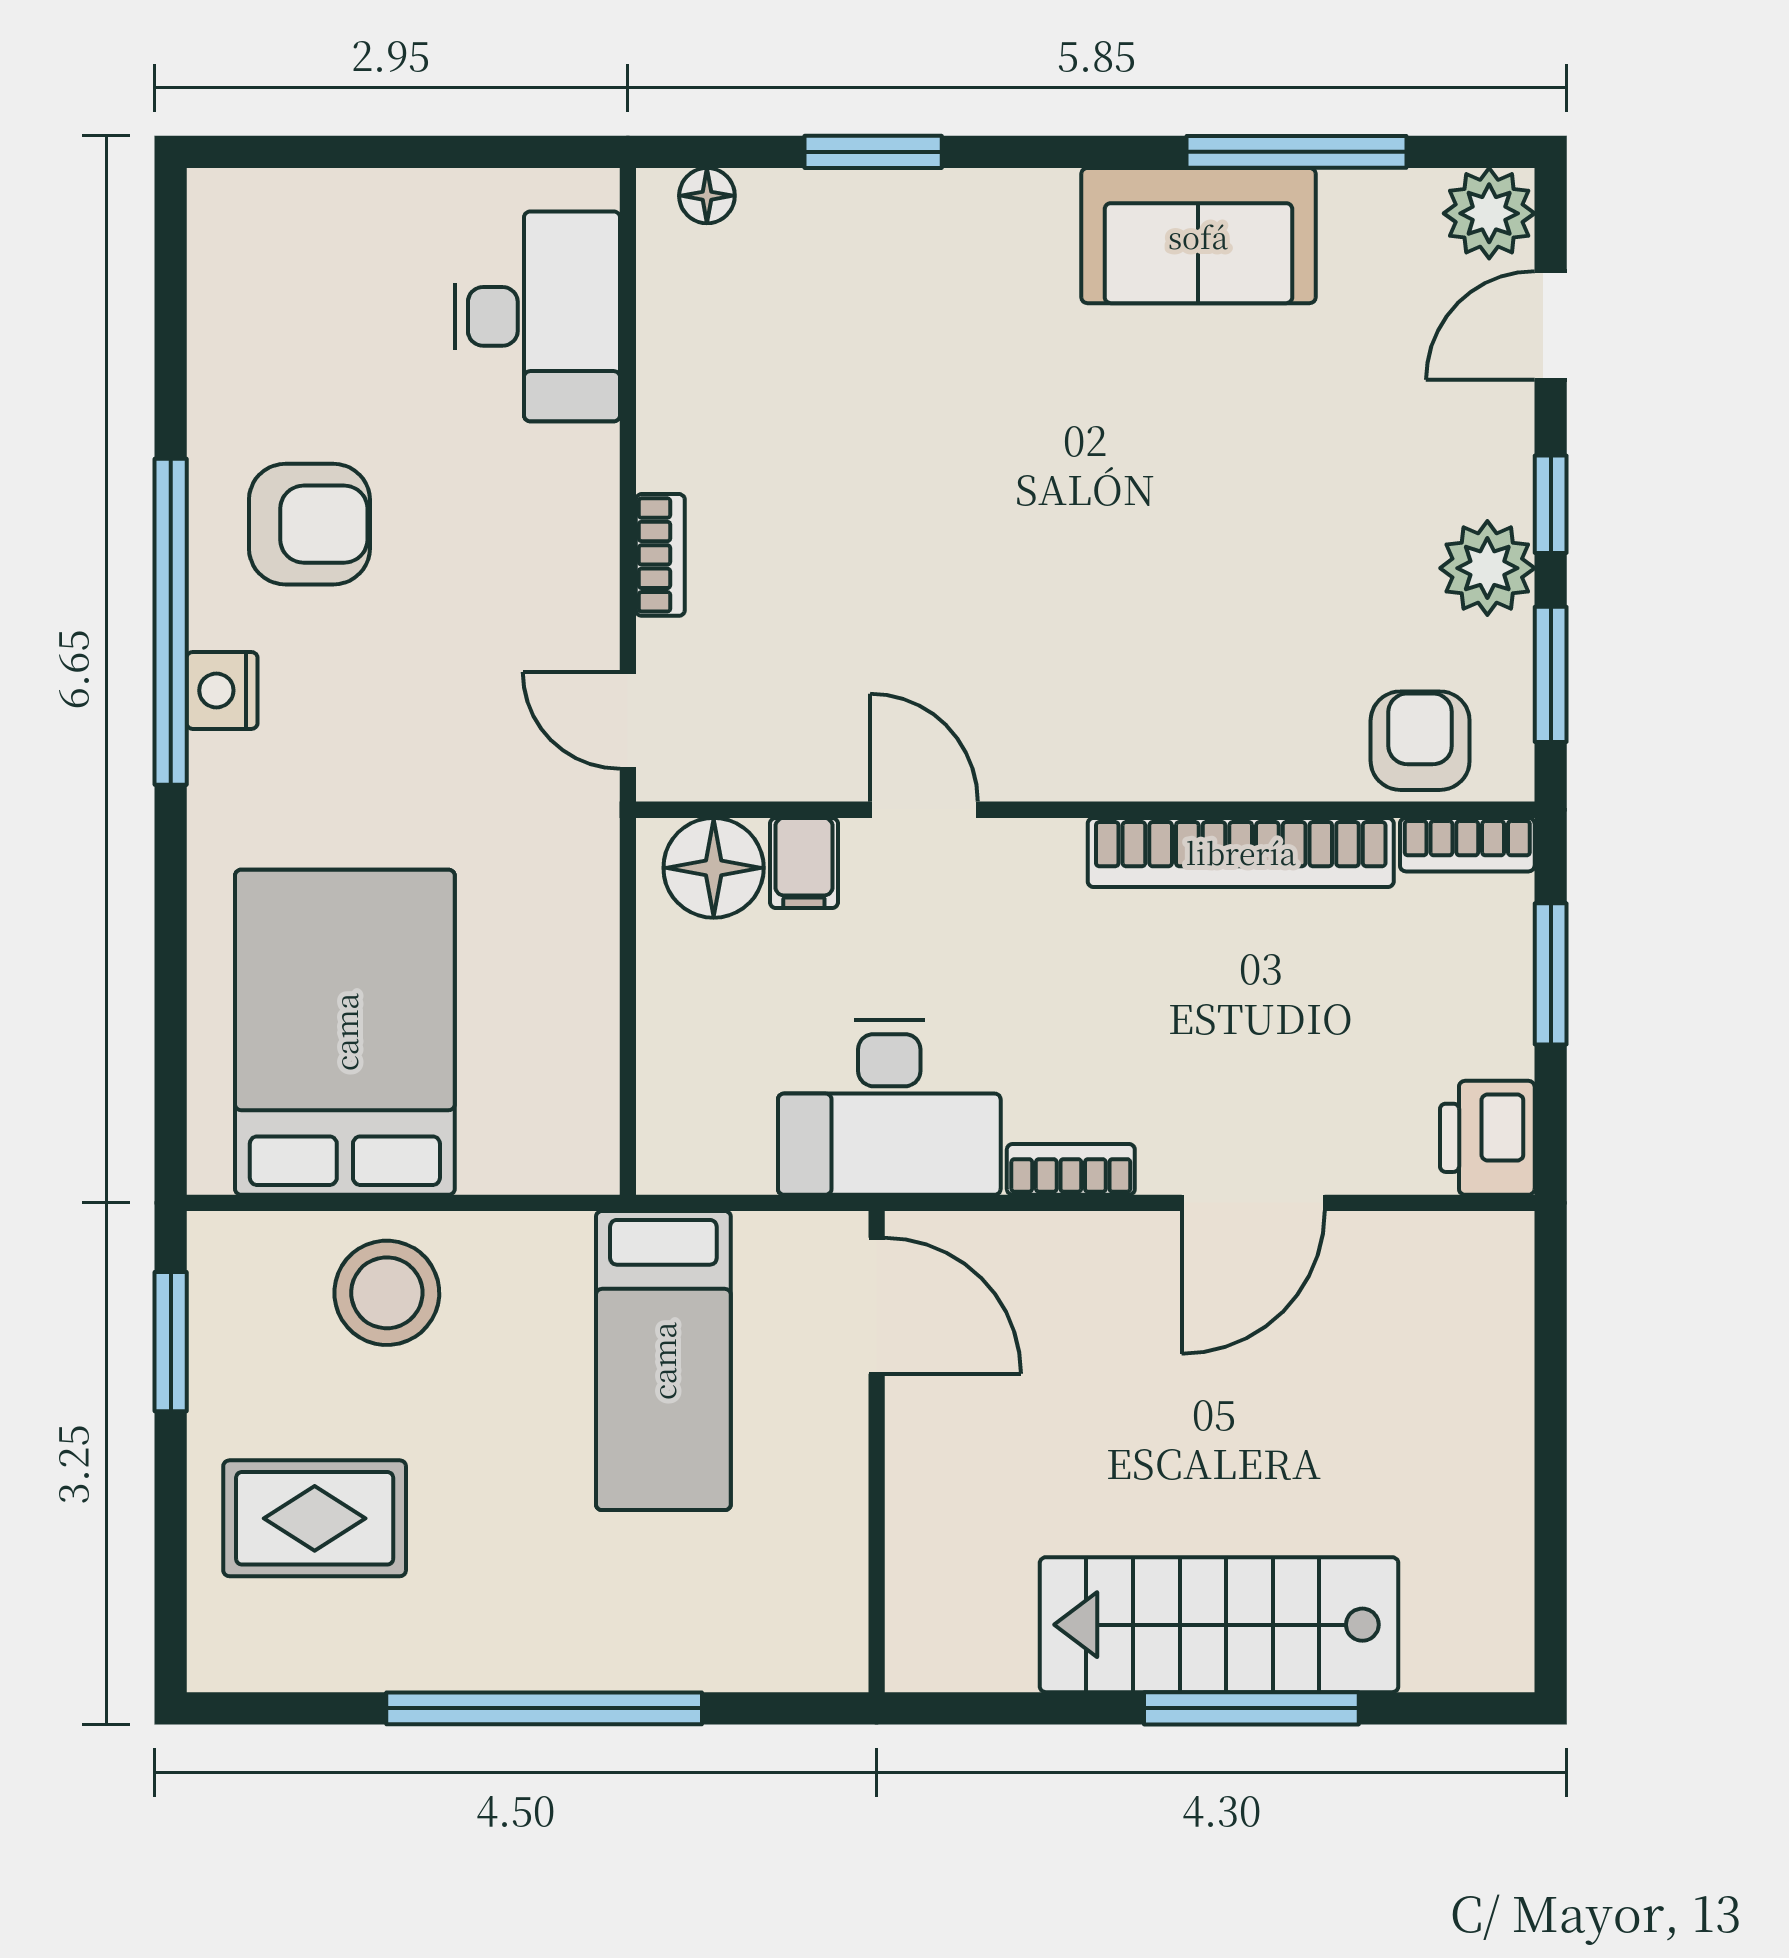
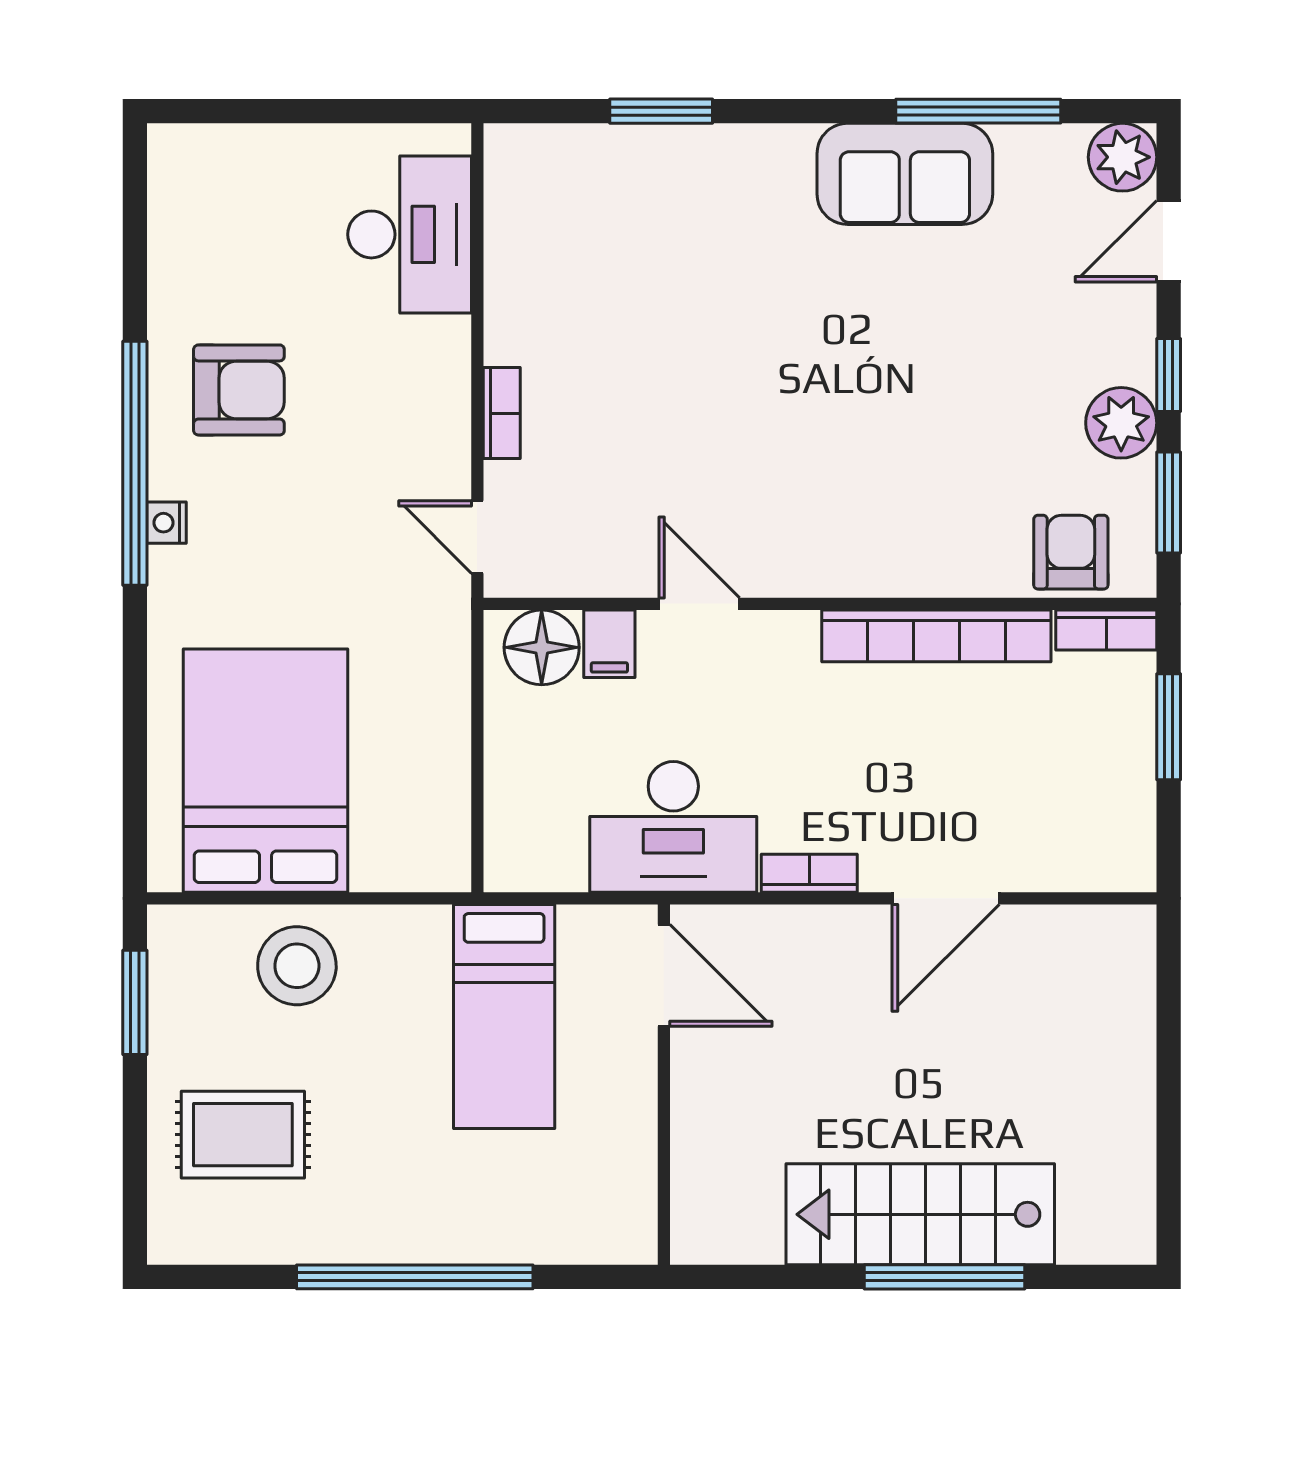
floor lamp: (707, 196) -> (537, 144), removed
nightstand: (222, 690) -> (167, 523), width x0.72, depth x0.74
printer: (1487, 1138) -> (1121, 850), removed

